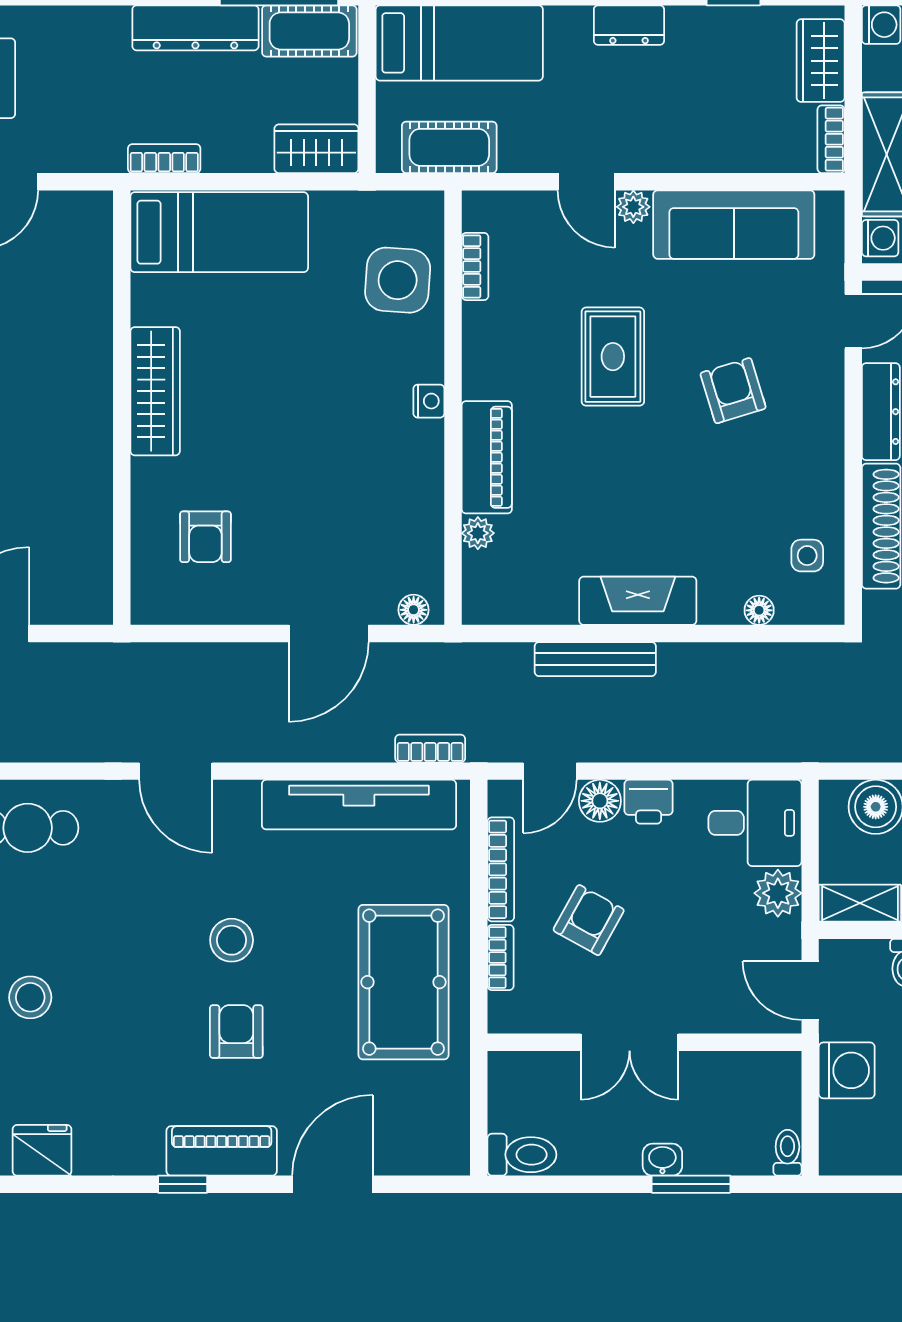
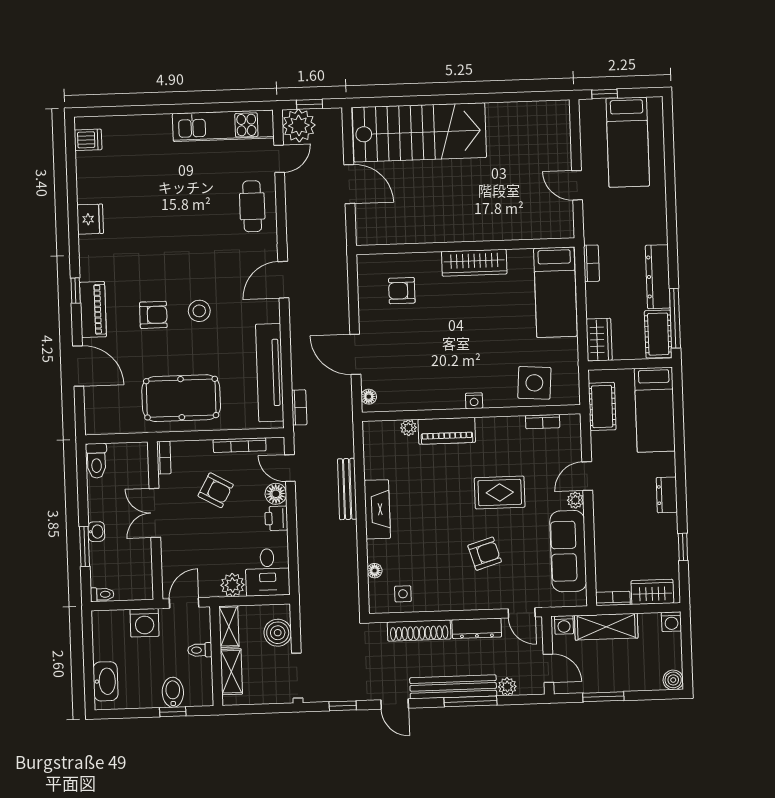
bookcase: (501, 958) -> (164, 458), moved, turned -90
stool: (30, 997) -> (167, 211), removed

